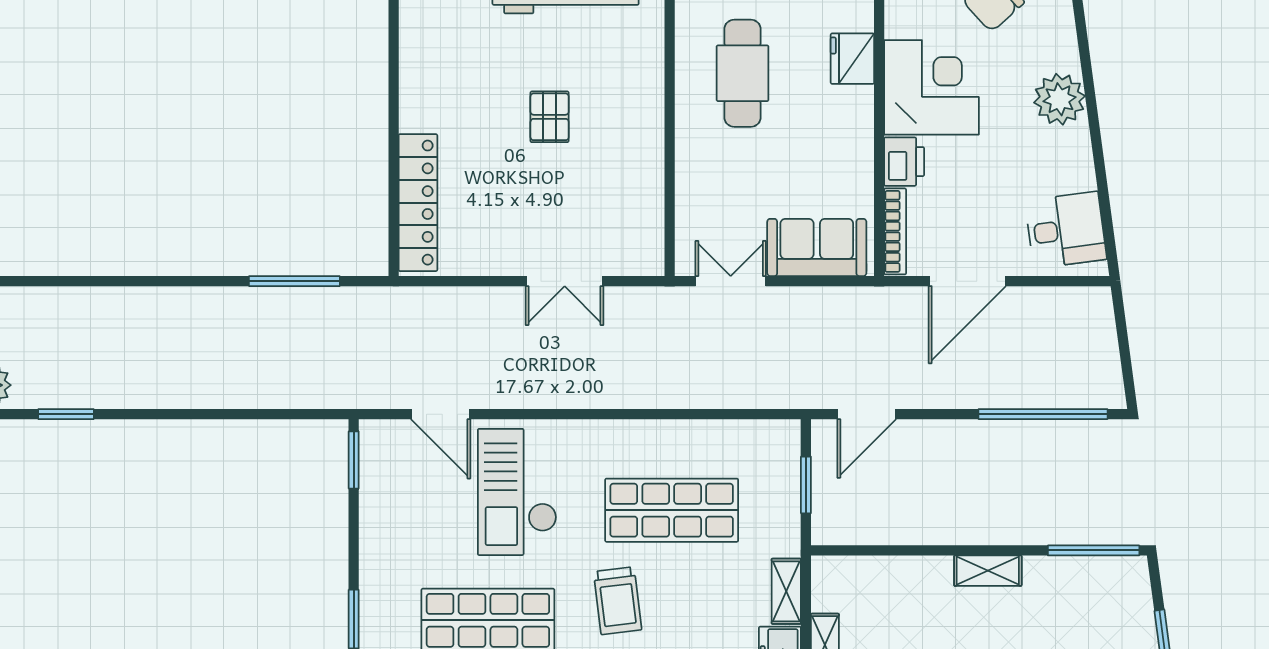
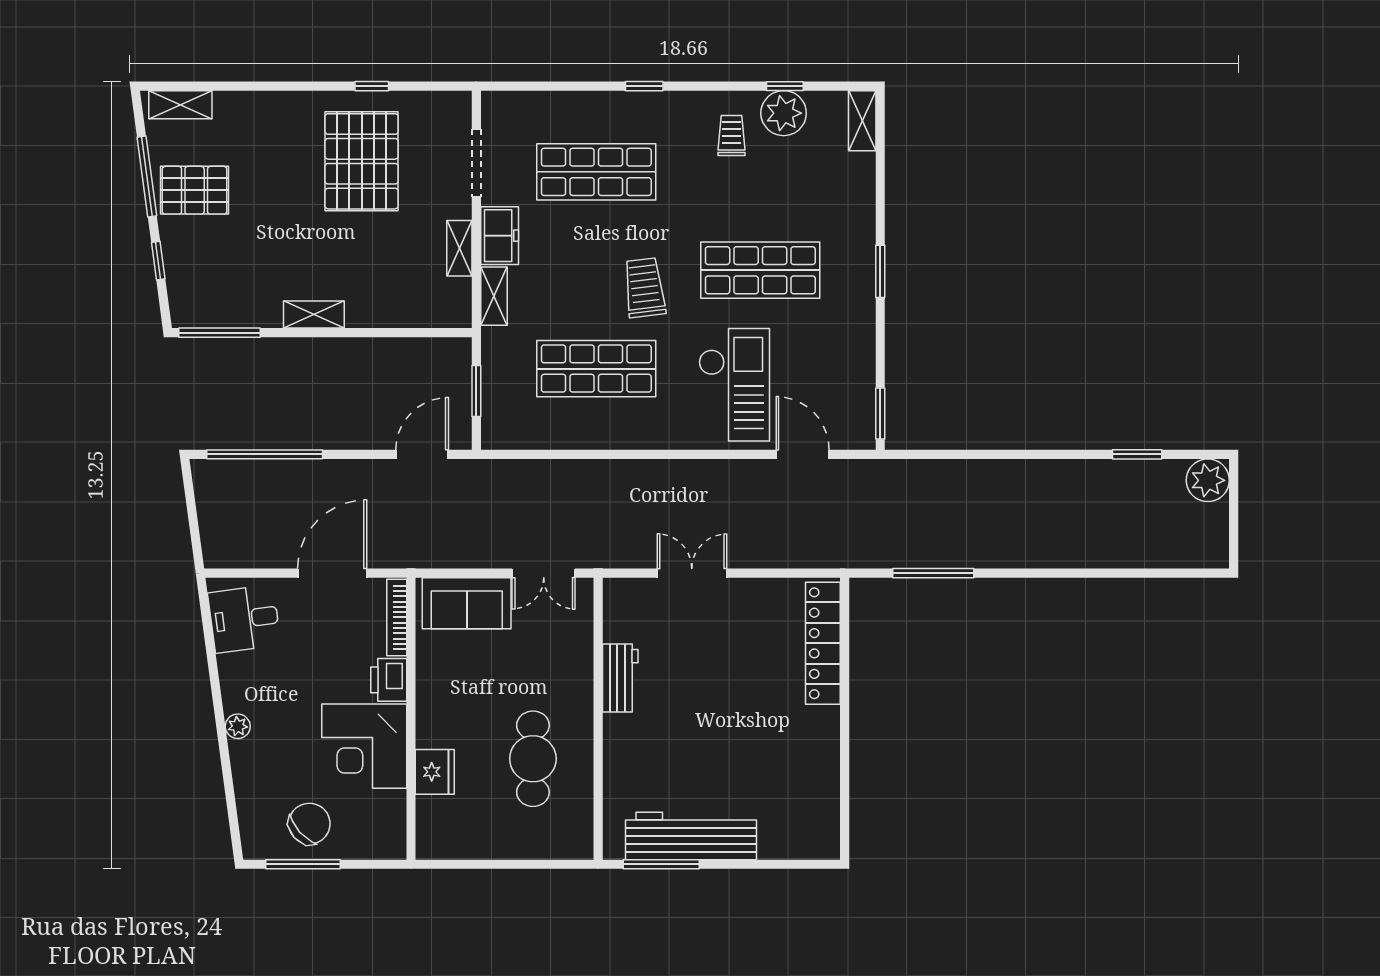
plant: (1060, 99) -> (238, 726), width x0.53, depth x0.53
pallet: (550, 117) -> (705, 720), removed
workbench: (645, 164) -> (620, 678), added

